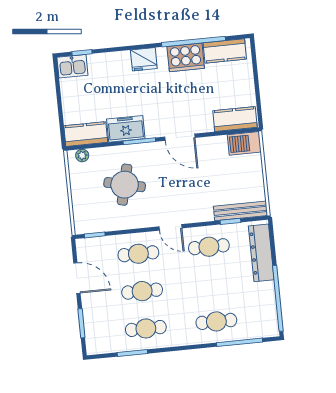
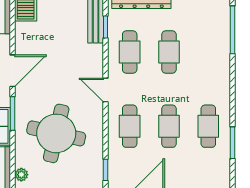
round table: (125, 185) -> (56, 133), width x1.36, depth x1.36
door: (170, 227) -> (105, 90), swing flipped
cafe table: (216, 321) -> (169, 52), moved

